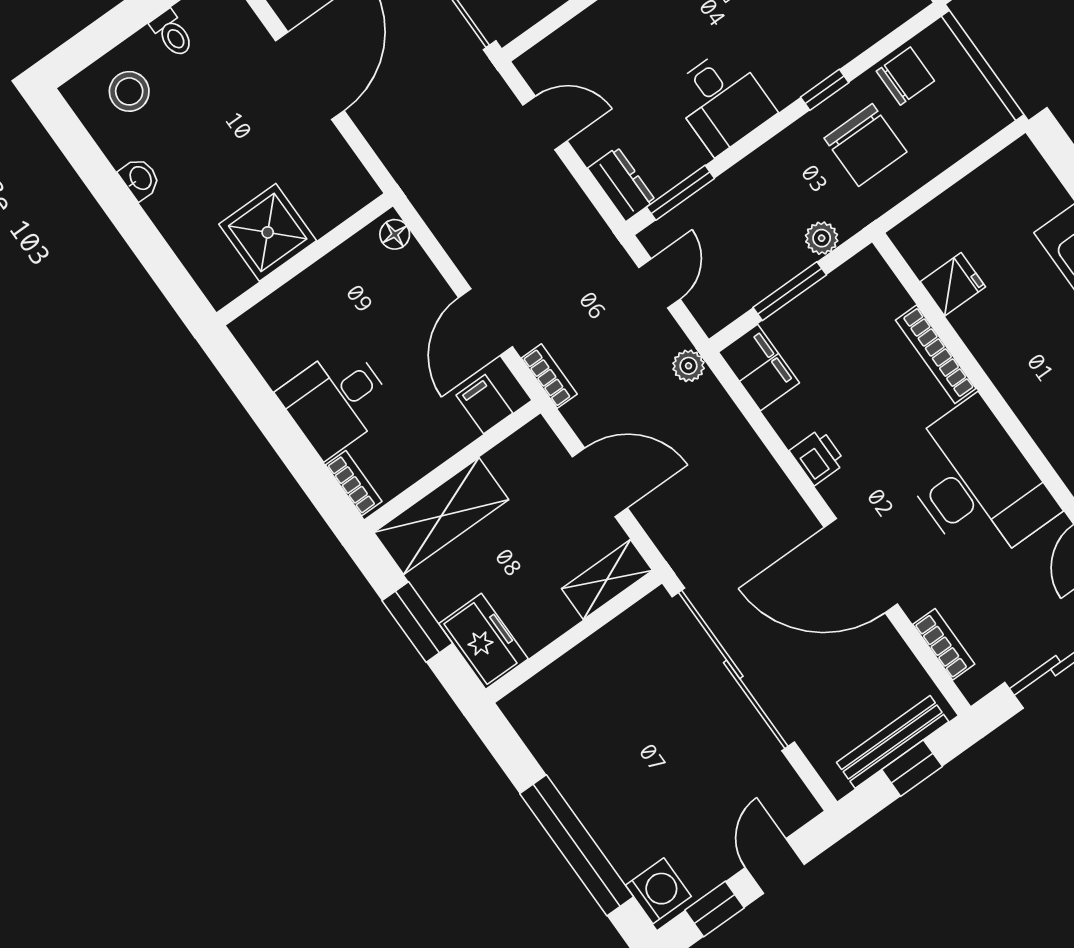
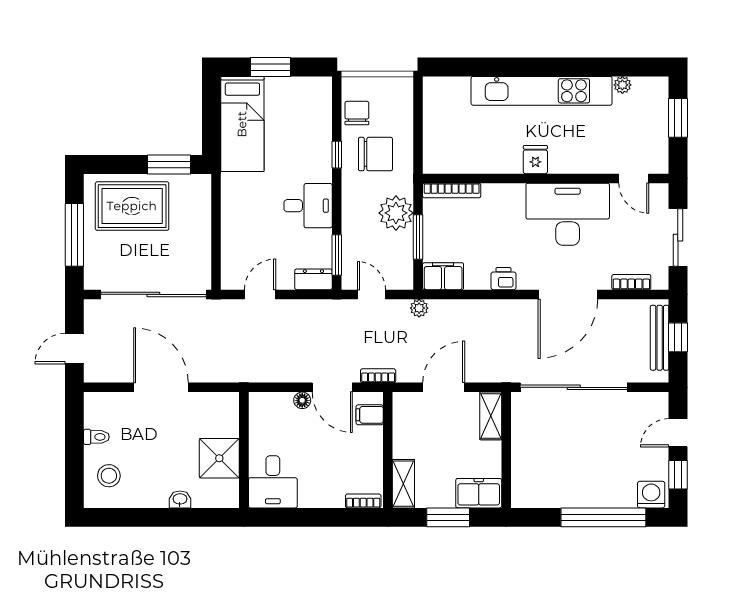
washbasin: (140, 179) -> (180, 499), moved
floor lamp: (395, 234) -> (302, 400), moved
plant: (822, 238) -> (396, 213), width x1.88, depth x1.88
fridge: (953, 284) -> (535, 160), moved
bookcase: (936, 354) -> (452, 190), moved
desk: (336, 400) -> (273, 482), moved
shelving: (441, 516) -> (403, 484), width x0.67, depth x0.75
door: (775, 866) -> (678, 433), hinge flipped

